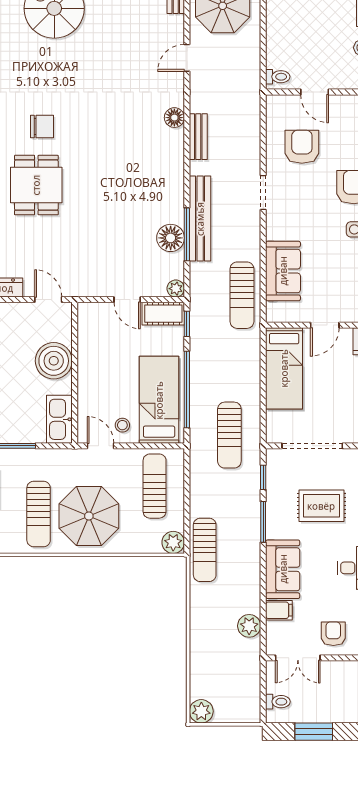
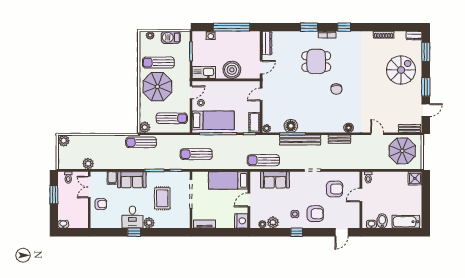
chair: (42, 126) -> (336, 89), moved
door: (127, 300) -> (261, 95), moved
door: (325, 325) -> (249, 200), hinge flipped
plant: (249, 626) -> (88, 164), moved

